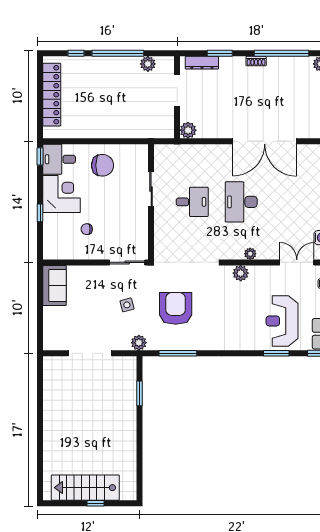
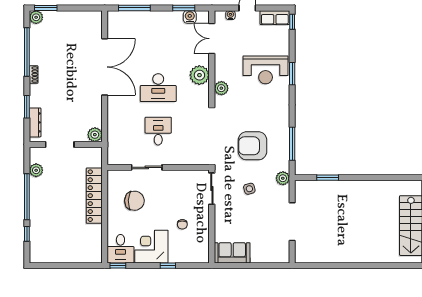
locker: (52, 95) -> (94, 196), moved, turned -90
chair: (103, 165) -> (134, 201), moved, turned 92
plant: (250, 254) -> (199, 75), width x1.88, depth x1.88
reception desk: (282, 321) -> (266, 70), moved
window: (276, 353) -> (292, 74), moved

